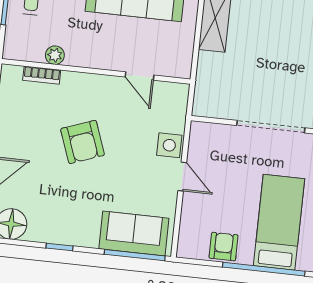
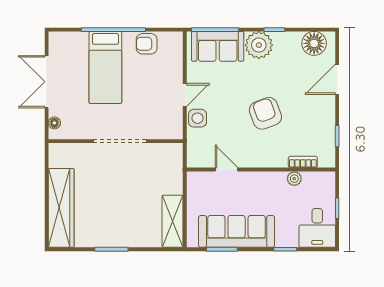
door: (182, 176) -> (185, 95), swing flipped
plant: (81, 229) -> (259, 45), added
armchair: (224, 247) -> (147, 44), turned 90

